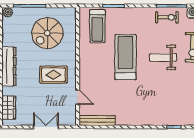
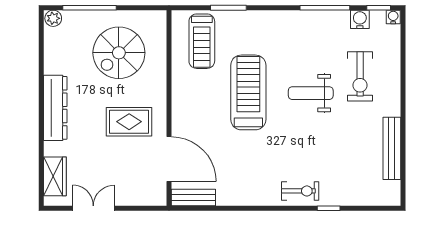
exercise bike: (167, 17) -> (300, 191), moved
door: (78, 97) -> (169, 159), width x1.87
bench: (97, 120) -> (193, 198), width x0.73
double door: (46, 127) -> (93, 208), moved

